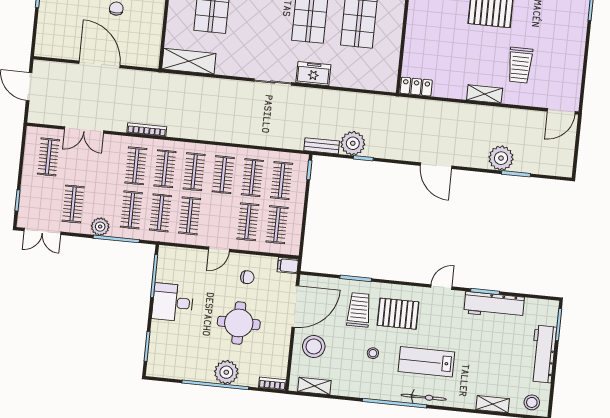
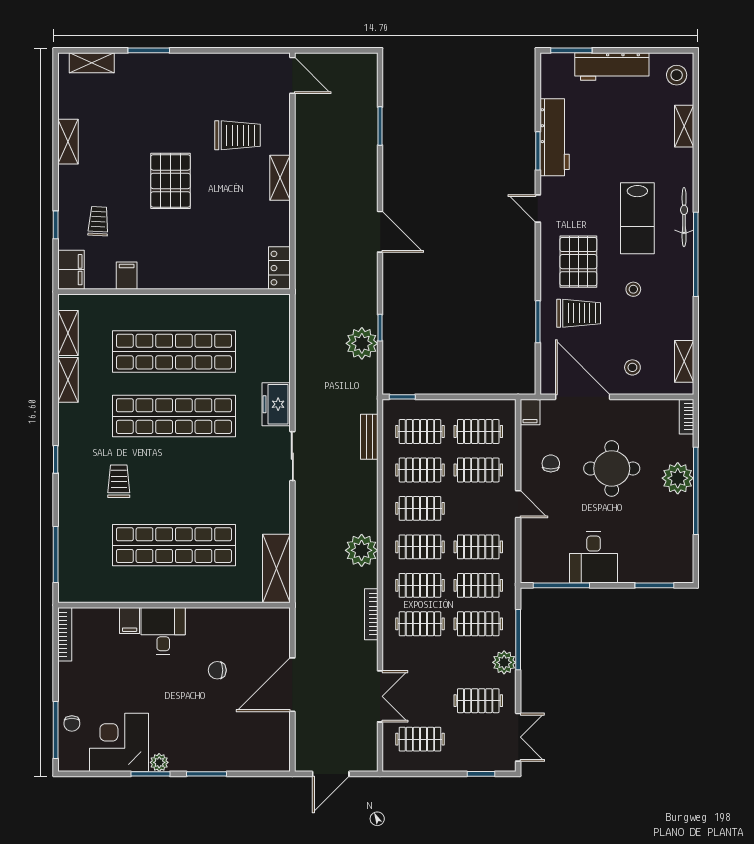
bench: (322, 146) -> (369, 437), moved
plant: (501, 158) -> (362, 550), moved
door: (436, 166) -> (380, 232), hinge flipped
trolley: (359, 310) -> (579, 313), turned 180
stool: (314, 346) -> (632, 367), width x0.53, depth x0.53

